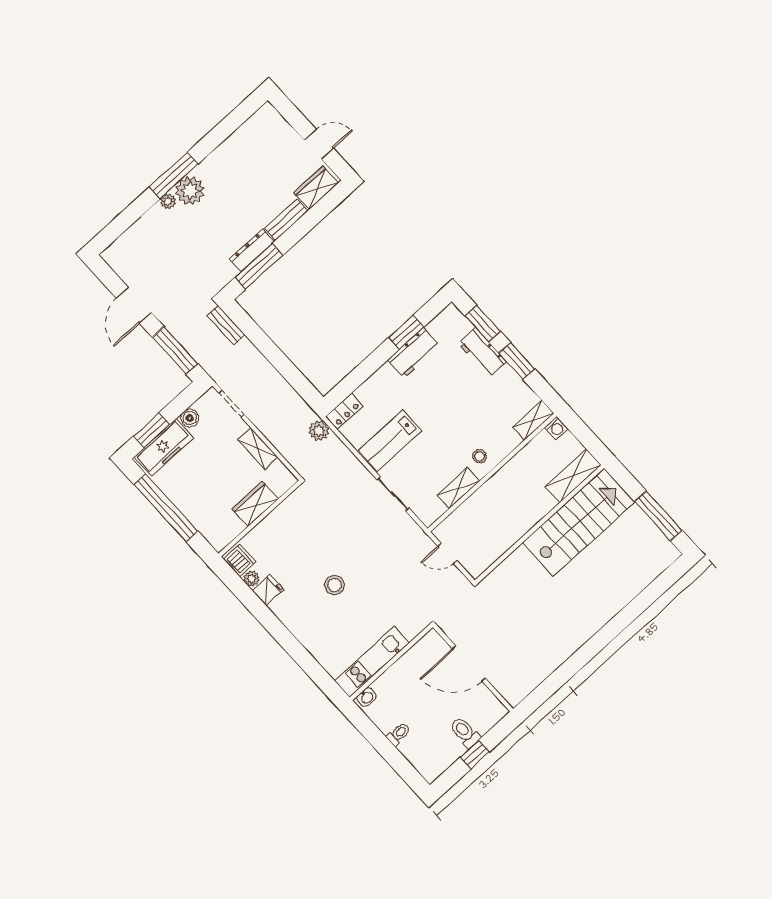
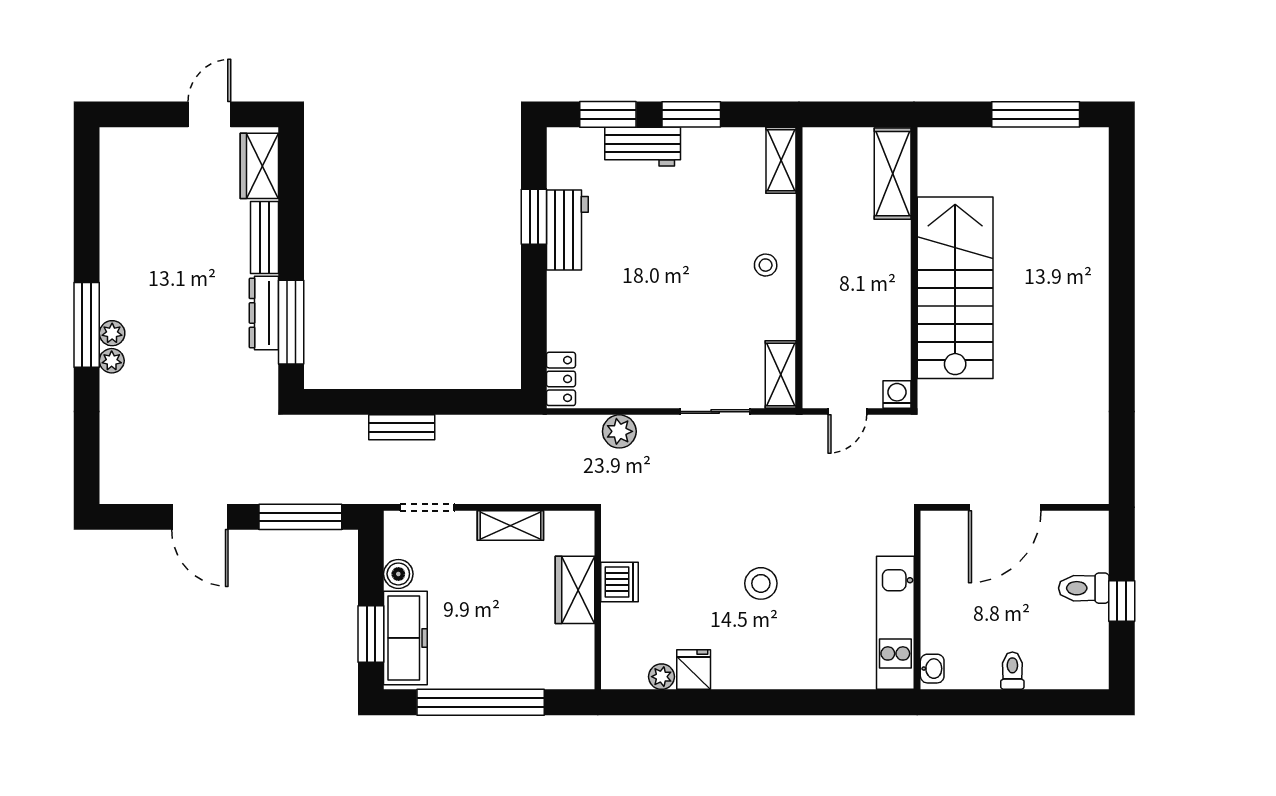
plant: (190, 191) -> (112, 333), width x0.53, depth x0.53
bench: (226, 325) -> (402, 427), moved
washing machine: (556, 428) -> (897, 394), moved, turned -90
plant: (319, 431) -> (619, 431), moved
lab bench: (390, 440) -> (647, 356), removed
shelving: (458, 488) -> (781, 374), moved
stairs: (579, 522) -> (955, 288), moved
dishwasher: (240, 560) -> (620, 582), moved, turned 90

